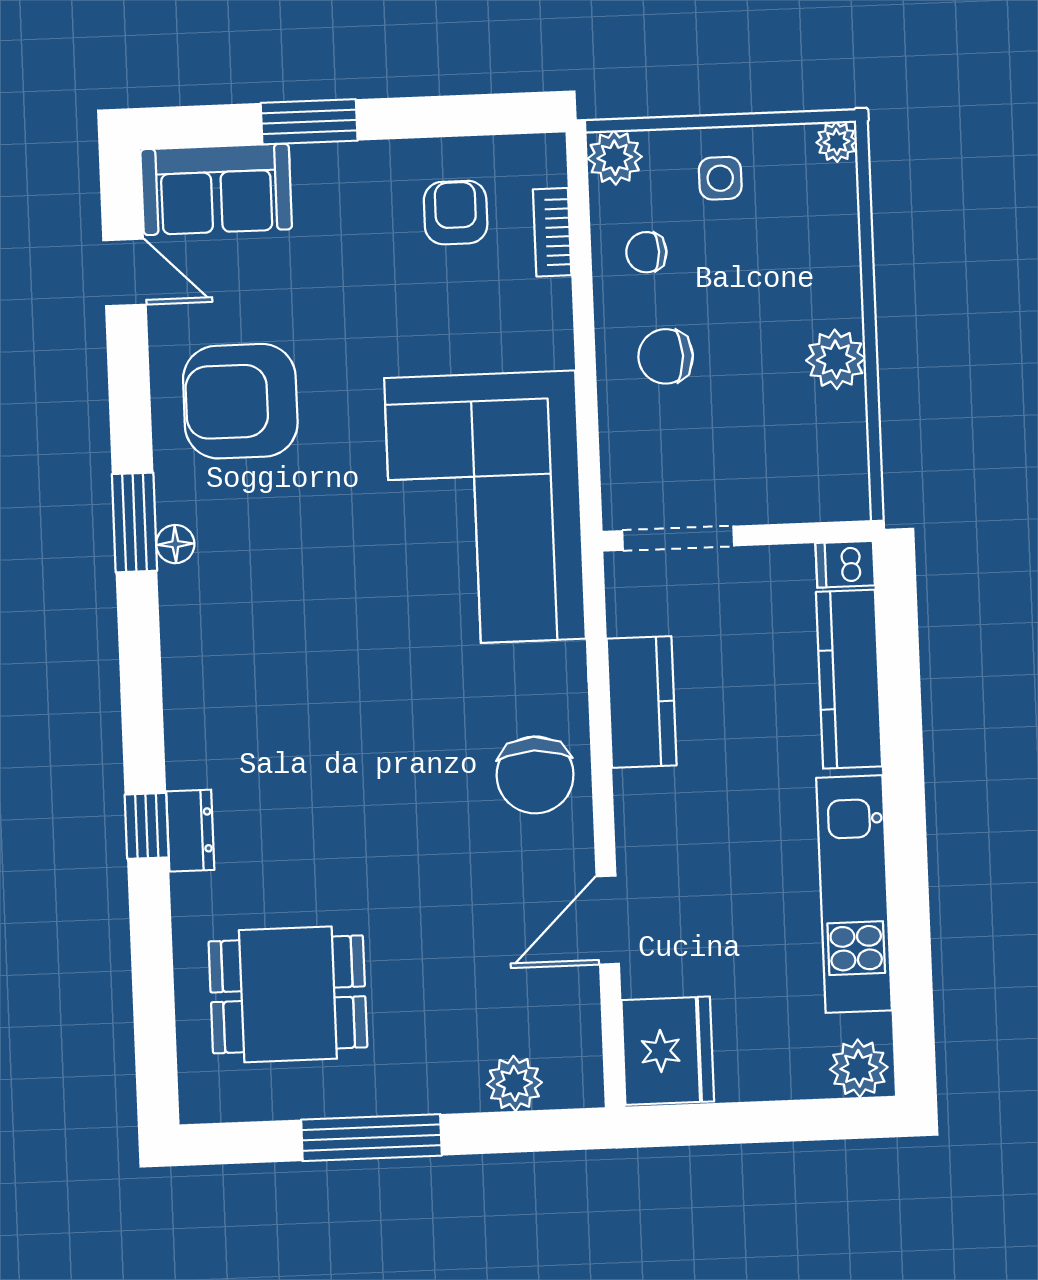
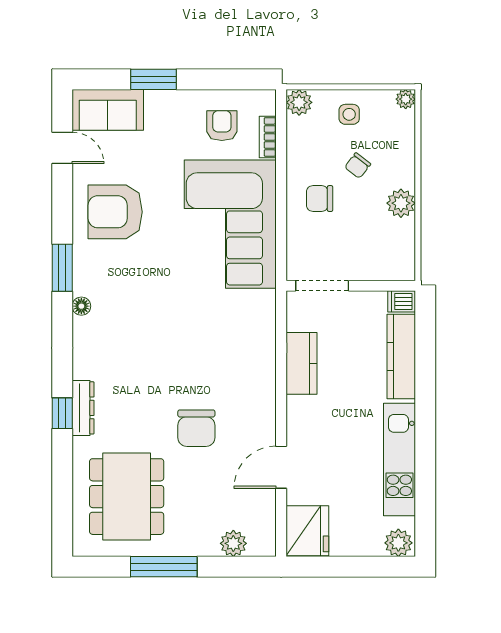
chair: (646, 252) -> (358, 166), moved, turned -52
corner sofa: (485, 508) -> (230, 224), moved
floor lamp: (175, 544) -> (81, 306), moved
chair: (535, 775) -> (196, 428), moved
dresser: (190, 831) -> (83, 408), width x1.44
dining table: (288, 994) -> (127, 497), width x1.38

